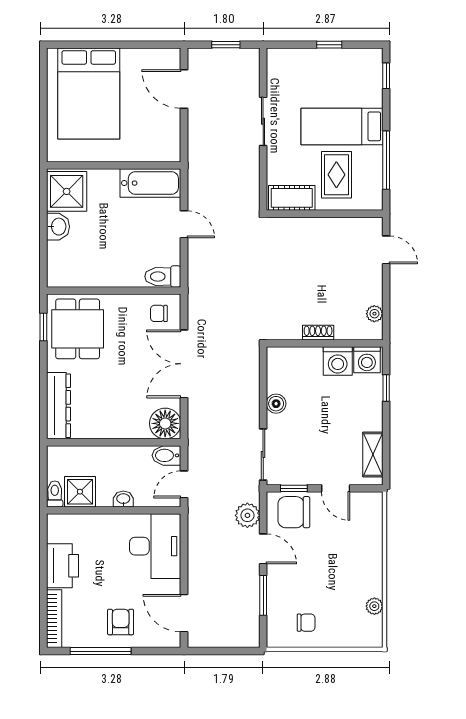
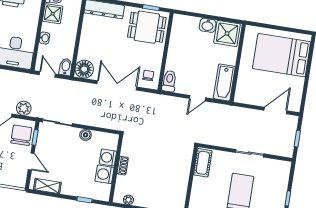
rug: (336, 175) -> (212, 191), removed
washing machine: (367, 360) -> (108, 158), moved
door: (336, 488) -> (31, 162), swing flipped

